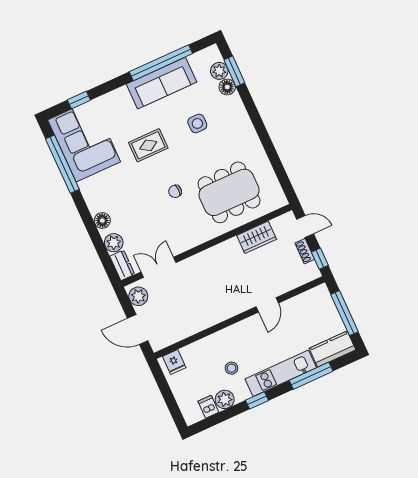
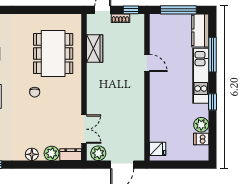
double door: (159, 267) -> (84, 129), swing flipped
stool: (232, 368) -> (181, 110), removed

